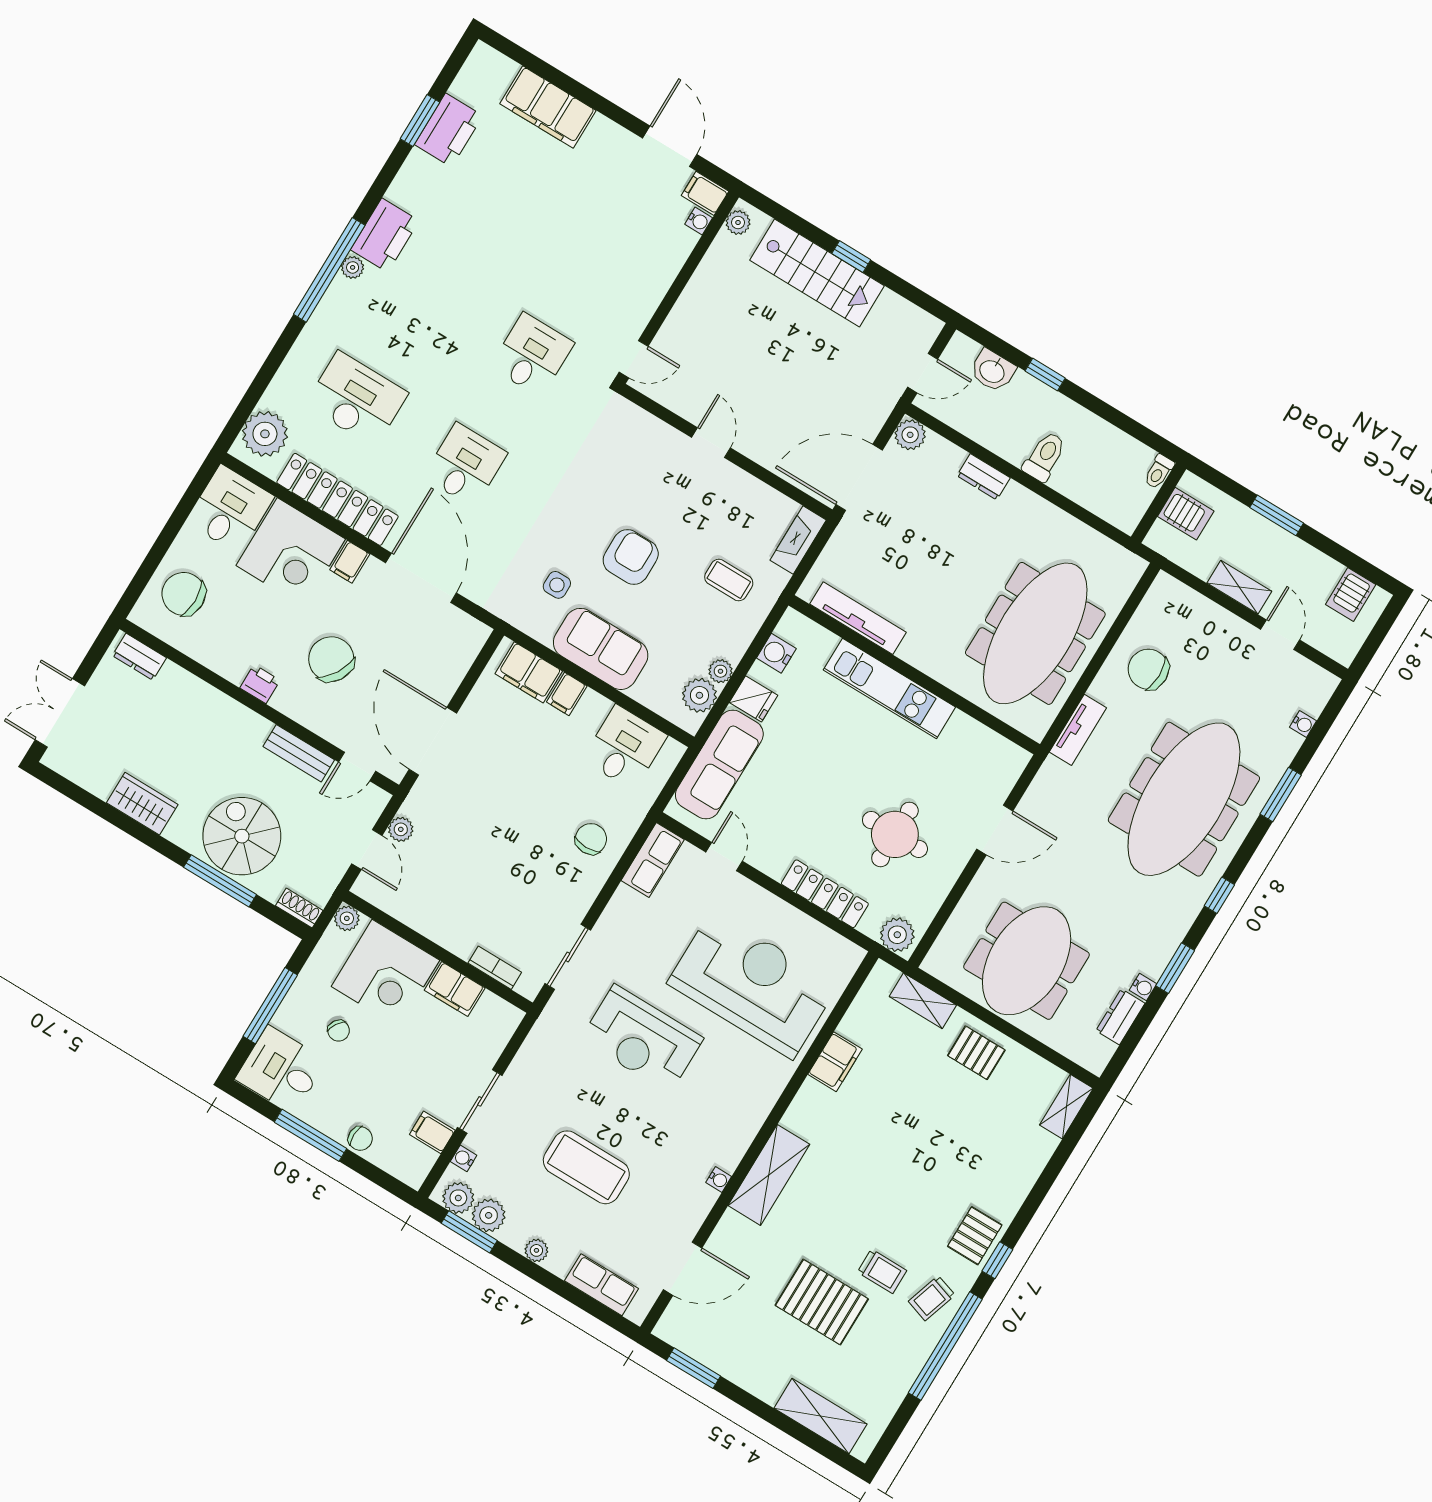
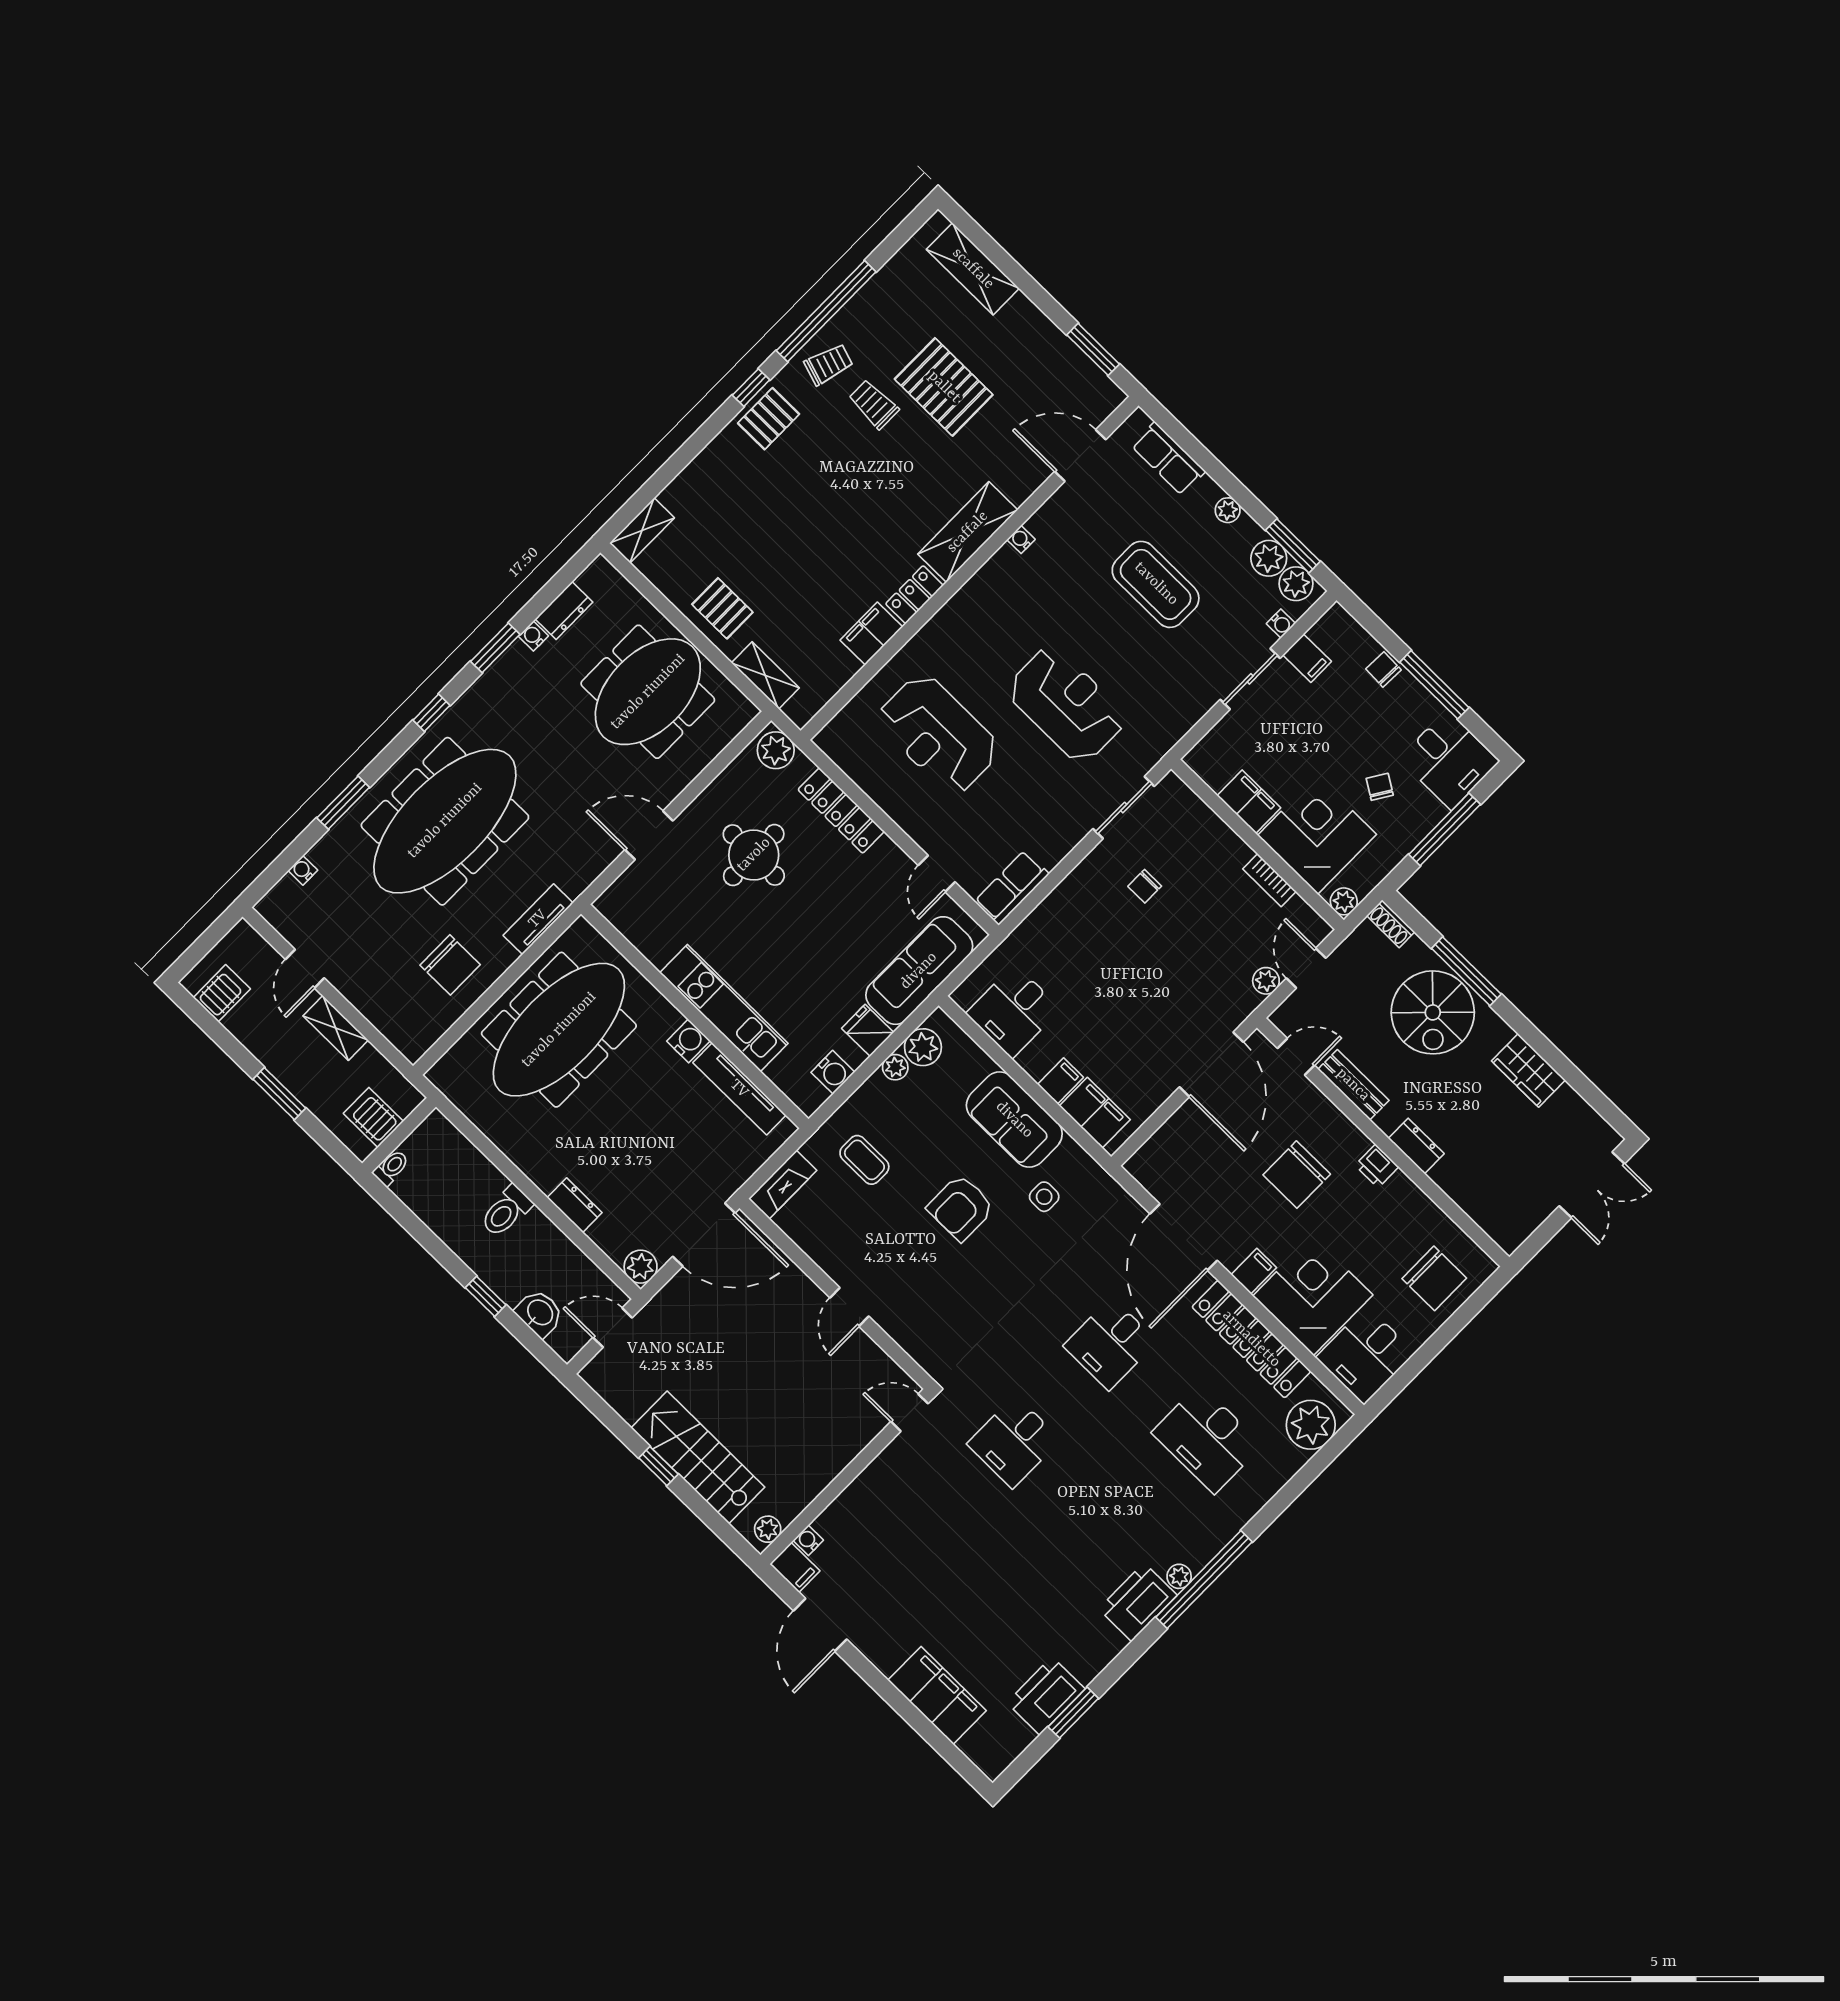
water cooler: (915, 651) -> (689, 1041), added
dresser: (139, 657) -> (1416, 1146), moved
chair: (331, 659) -> (1297, 1175), turned 59
chair: (591, 839) -> (1145, 886), moved, width x0.73, depth x0.73
bookcase: (495, 968) -> (1269, 880), moved
reception desk: (753, 984) -> (938, 734), width x0.74, depth x0.77
locker: (804, 1106) -> (914, 595), added

